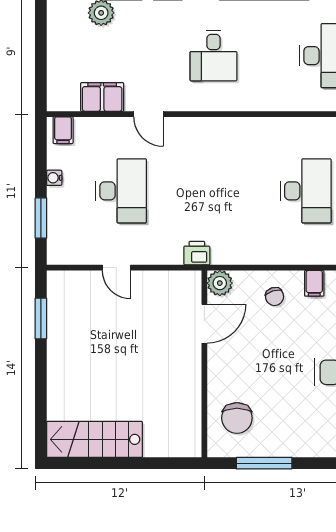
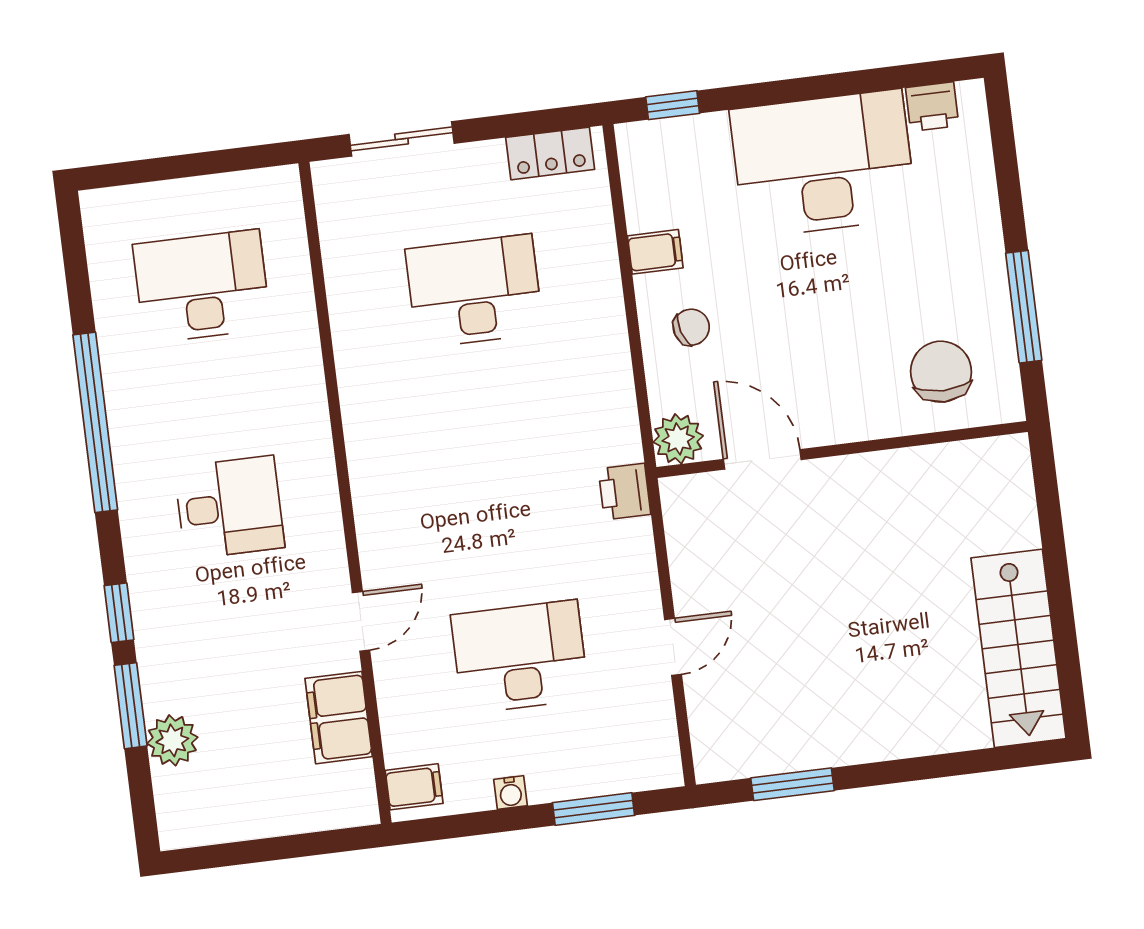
chair: (237, 418) -> (941, 372), turned -90

